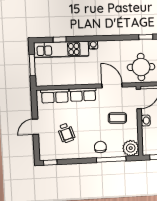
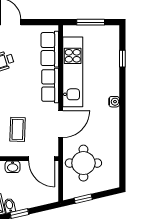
window: (146, 37) -> (122, 171), removed
kitchen unit: (61, 49) -> (73, 72), moved, turned 180

